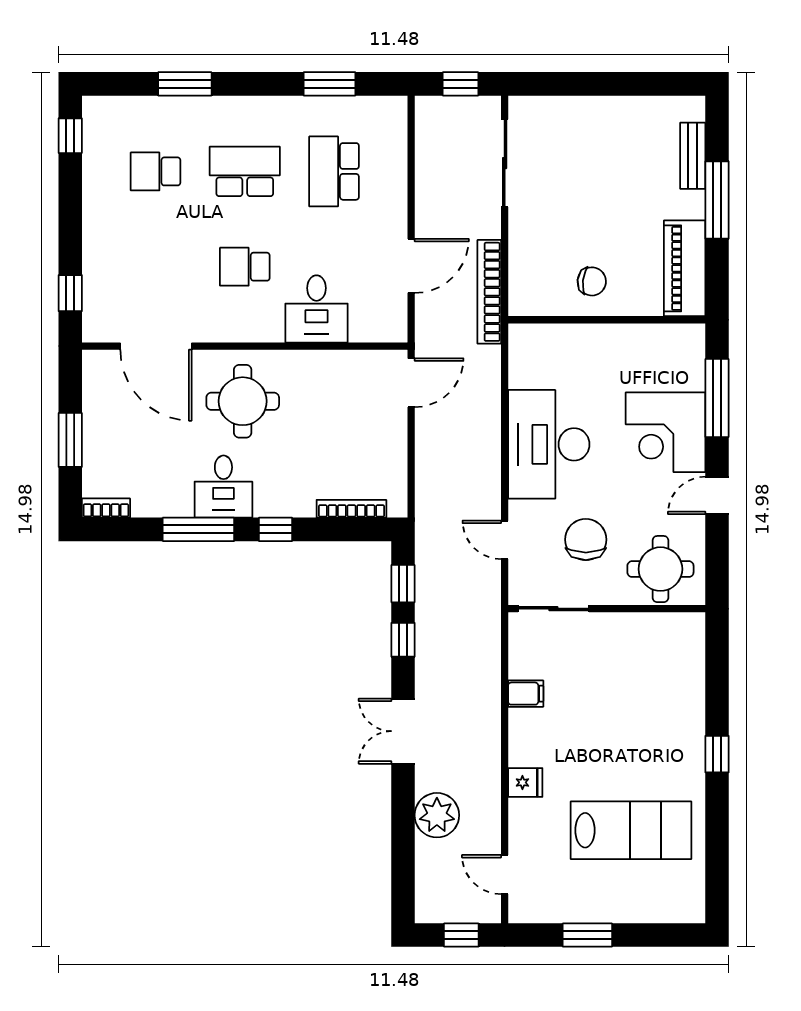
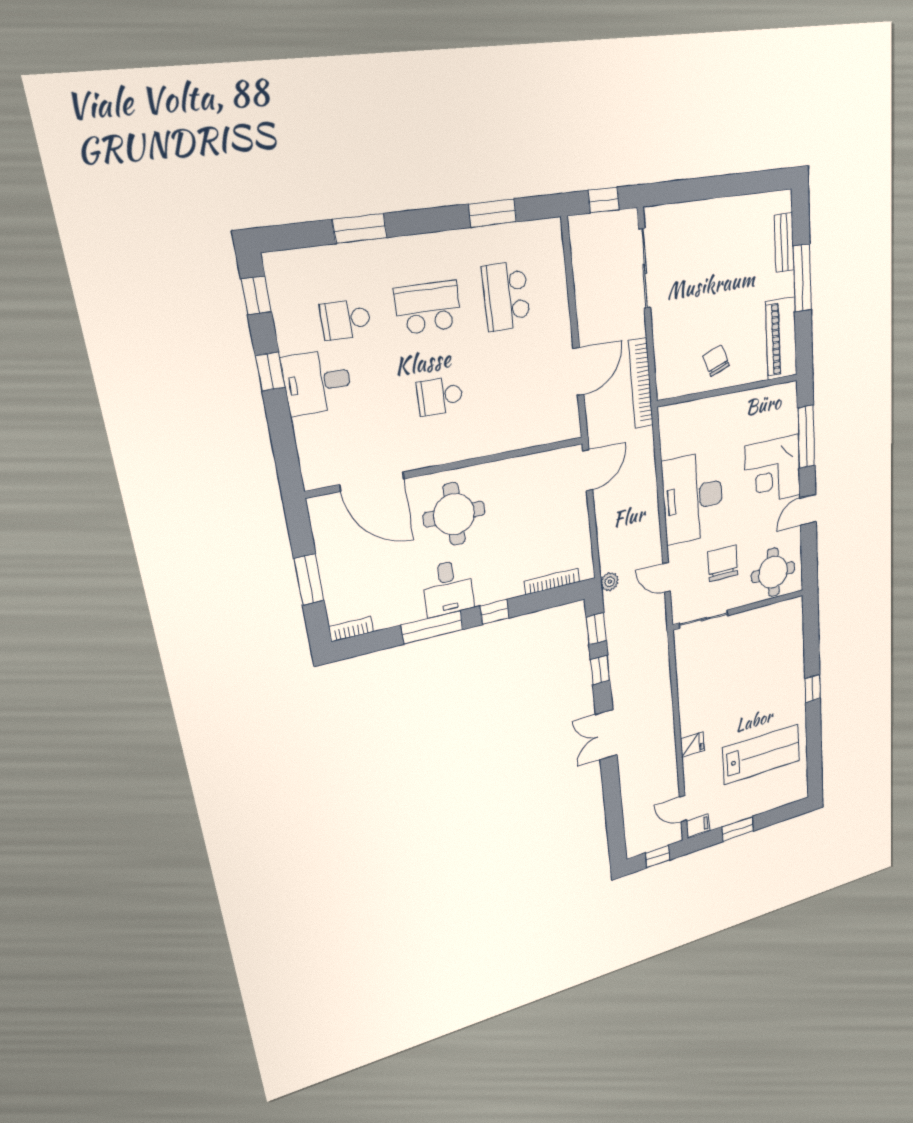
chair: (592, 281) -> (716, 361), turned -117
window: (70, 293) -> (270, 372), moved
desk: (316, 309) -> (317, 382), moved, turned 90
filing cabinet: (526, 694) -> (698, 826), moved
plant: (437, 815) -> (610, 582), moved, width x0.53, depth x0.53

